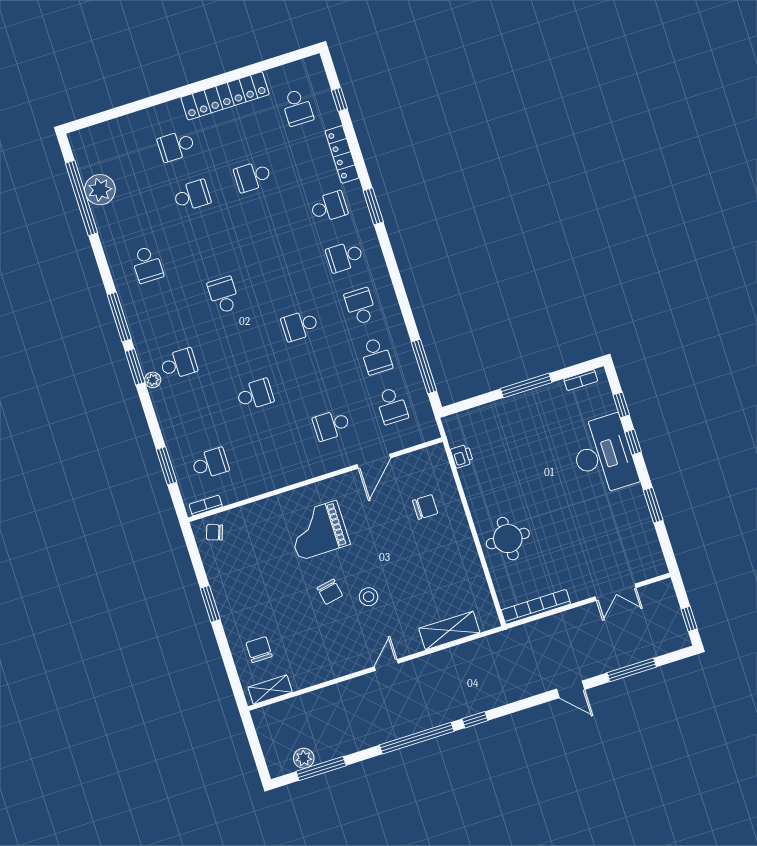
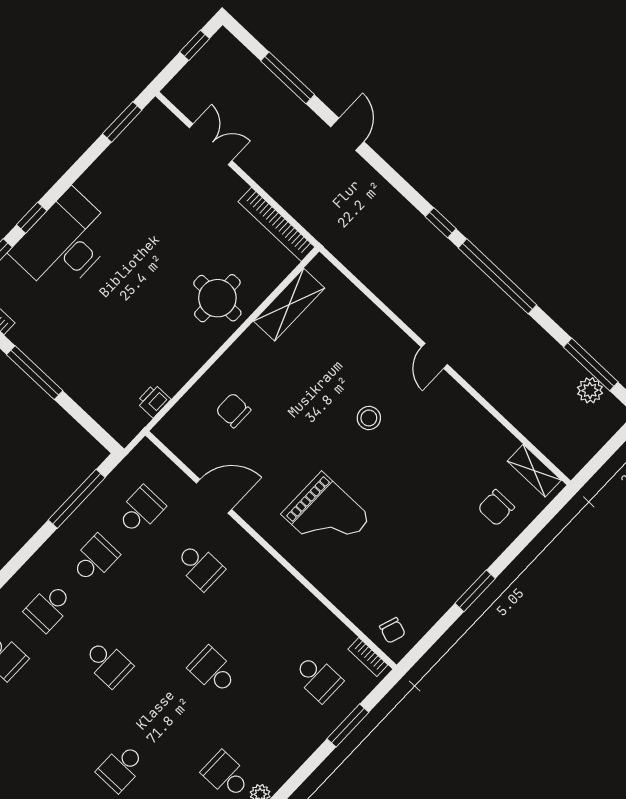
school desk: (210, 463) -> (318, 678), turned 180
window: (653, 505) -> (122, 122), moved
chair: (330, 592) -> (387, 465), removed
shelving: (449, 630) -> (289, 305), moved, turned 90
door: (386, 665) -> (434, 356), hinge flipped

